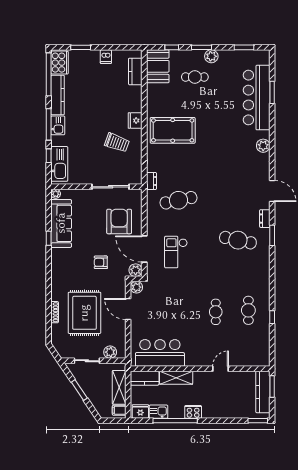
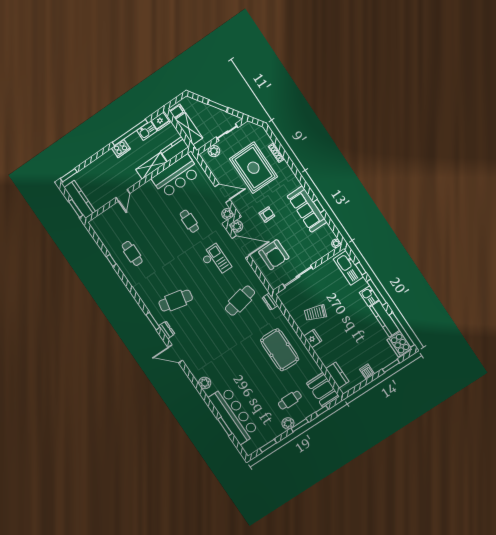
pool table: (173, 130) -> (280, 350), turned 90
sofa: (61, 223) -> (307, 209), moved
cafe table: (216, 312) -> (189, 221), moved

